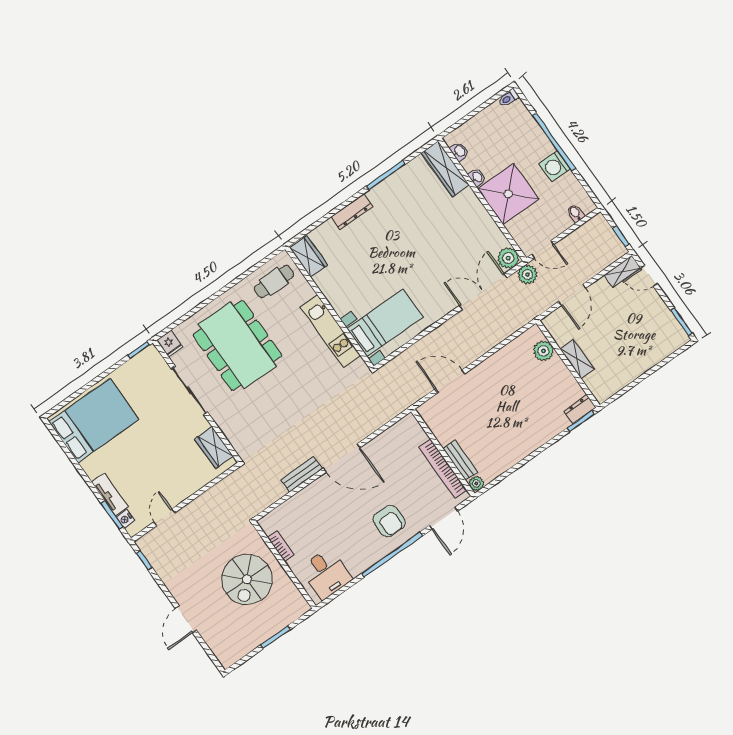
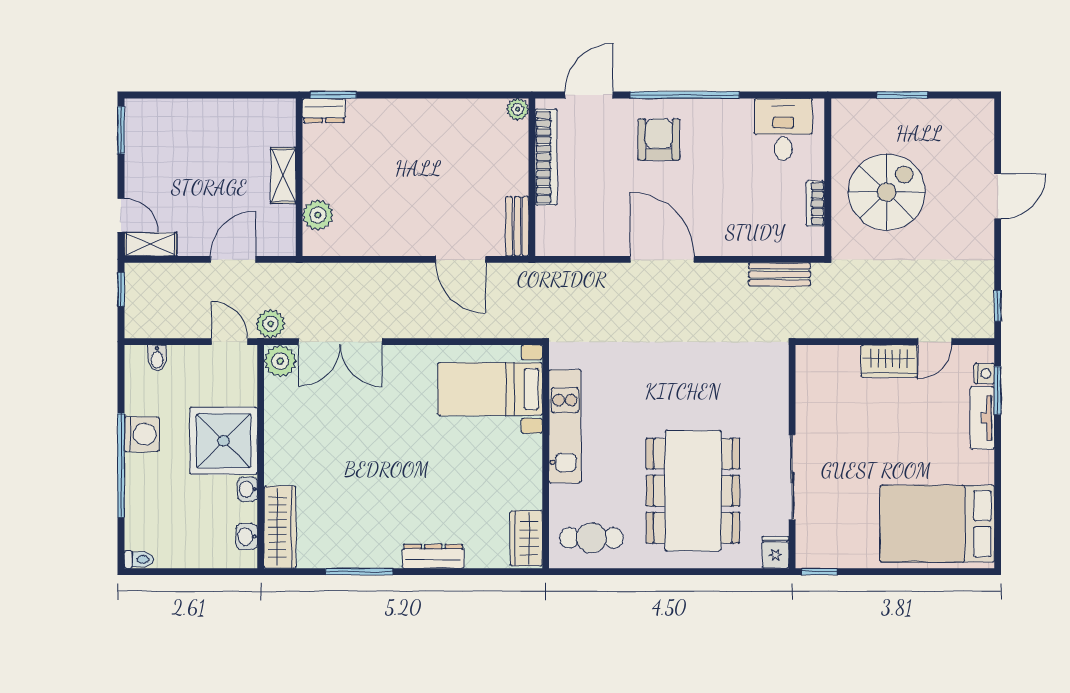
wardrobe: (214, 447) -> (889, 361), moved, turned 90
bench: (460, 460) -> (517, 226), moved
bench: (302, 474) -> (779, 274), moved

